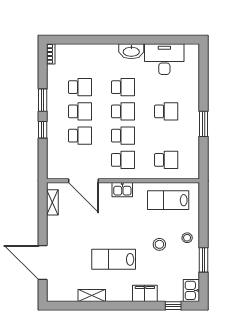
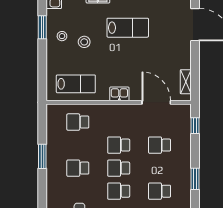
school desk: (80, 111) -> (160, 168), removed
window: (43, 130) -> (195, 126), moved
school desk: (123, 160) -> (119, 122), removed
stool: (187, 238) -> (62, 36), moved

